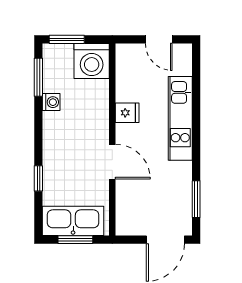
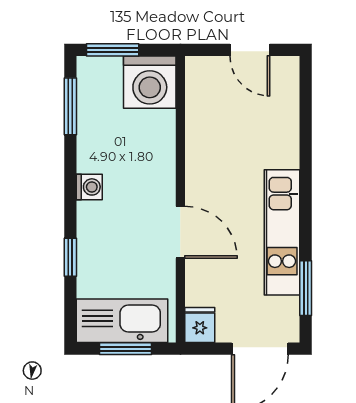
washing machine: (51, 102) -> (89, 187), moved
fridge: (127, 113) -> (200, 325), moved, turned -90
kitchen unit: (180, 118) -> (282, 232), moved

